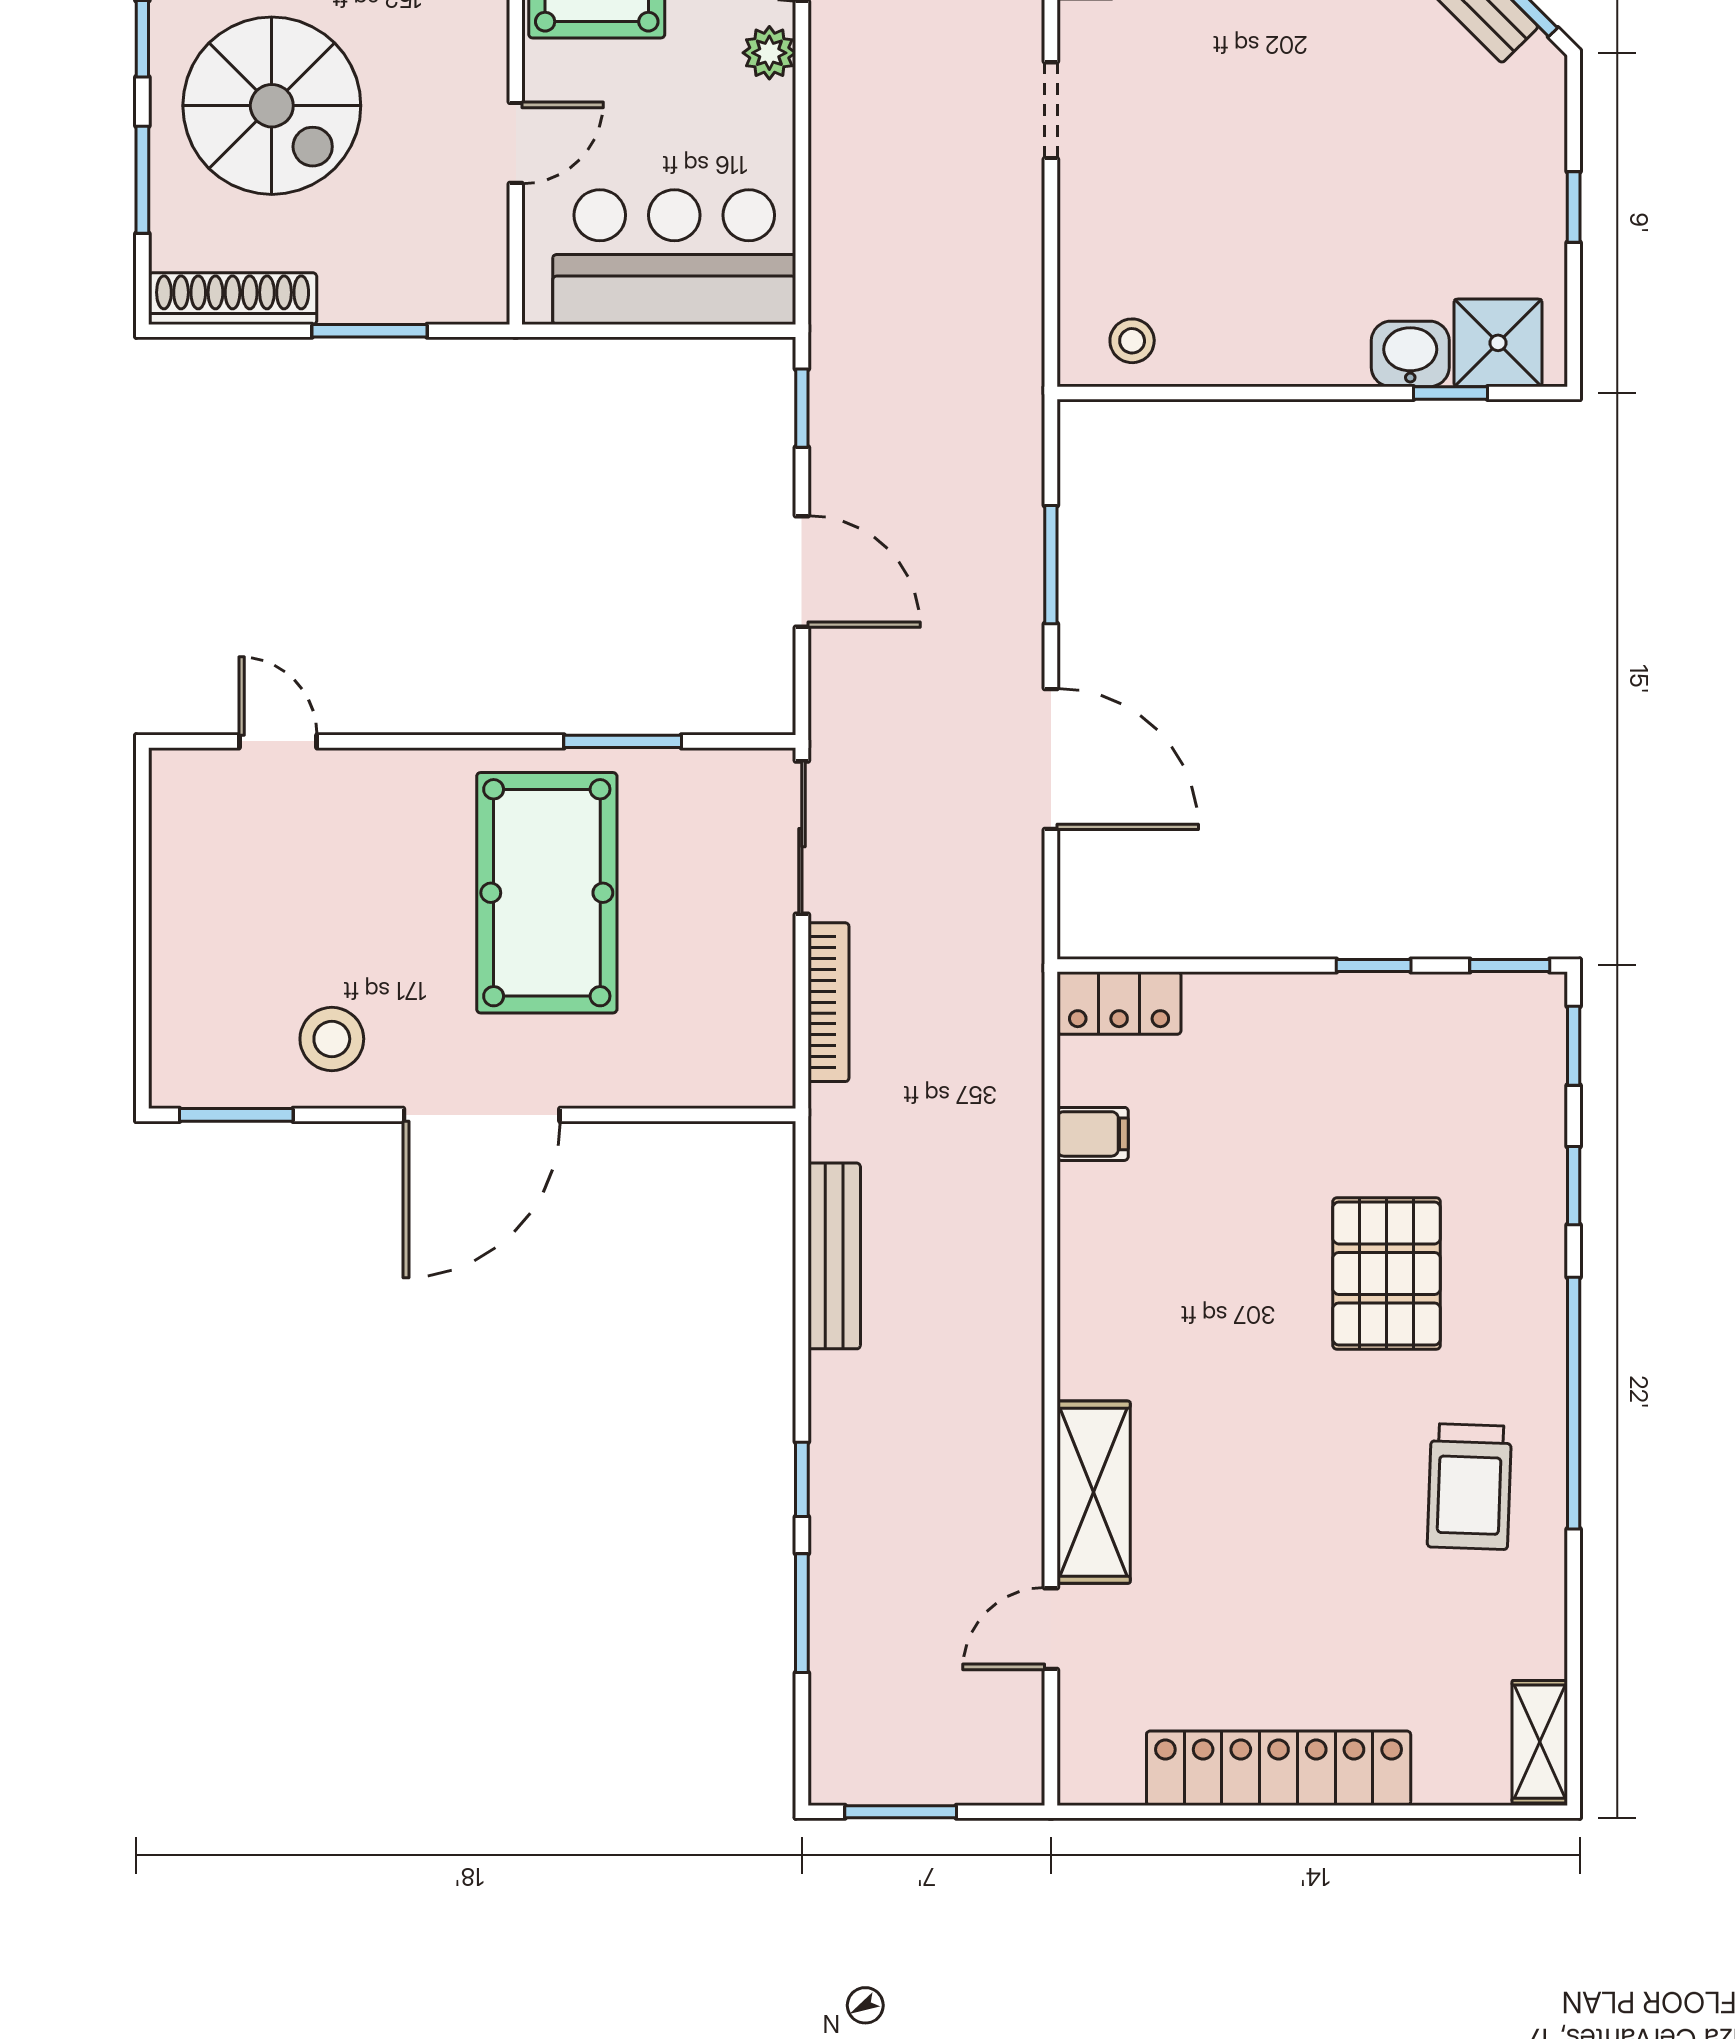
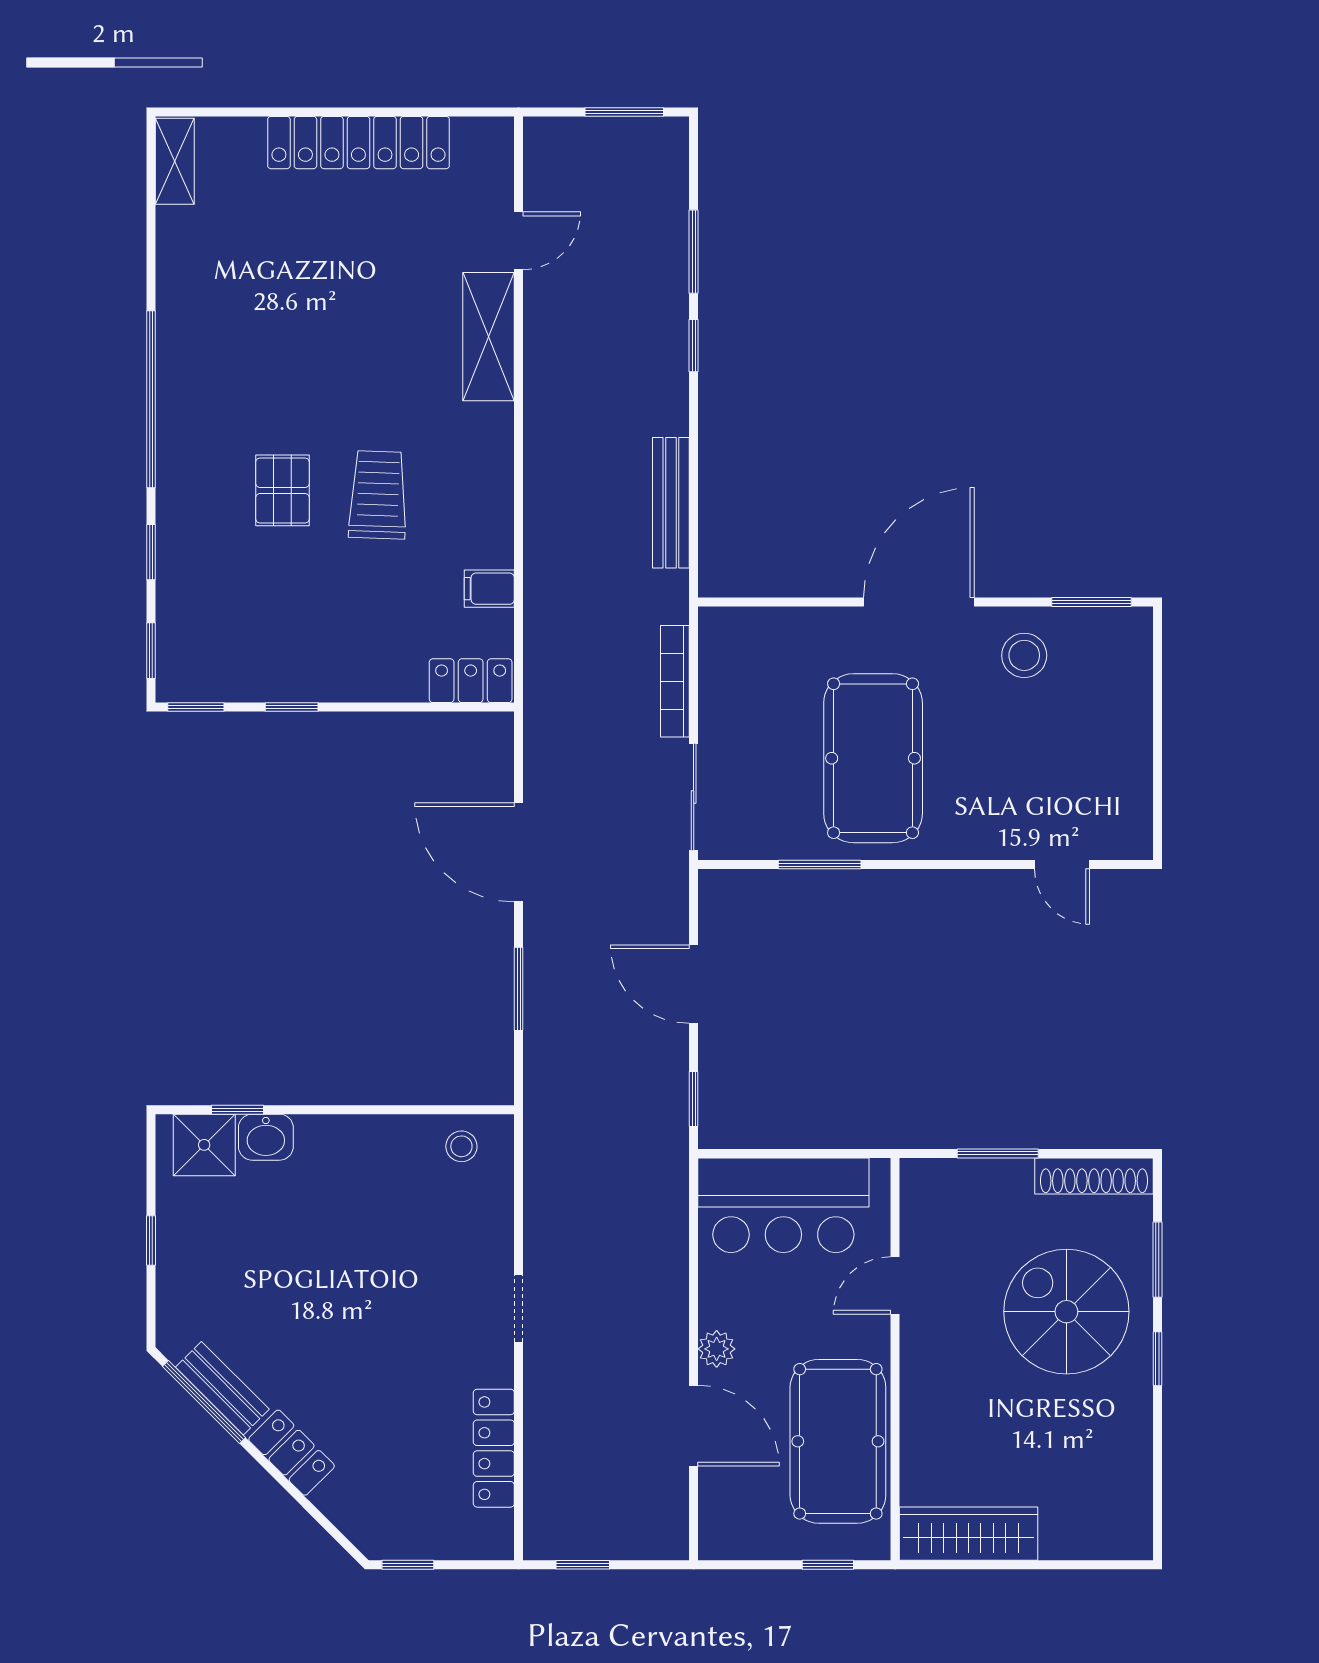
pallet: (1387, 1273) -> (282, 490), width x0.67, depth x0.71
trolley: (1469, 1487) -> (378, 495), moved

